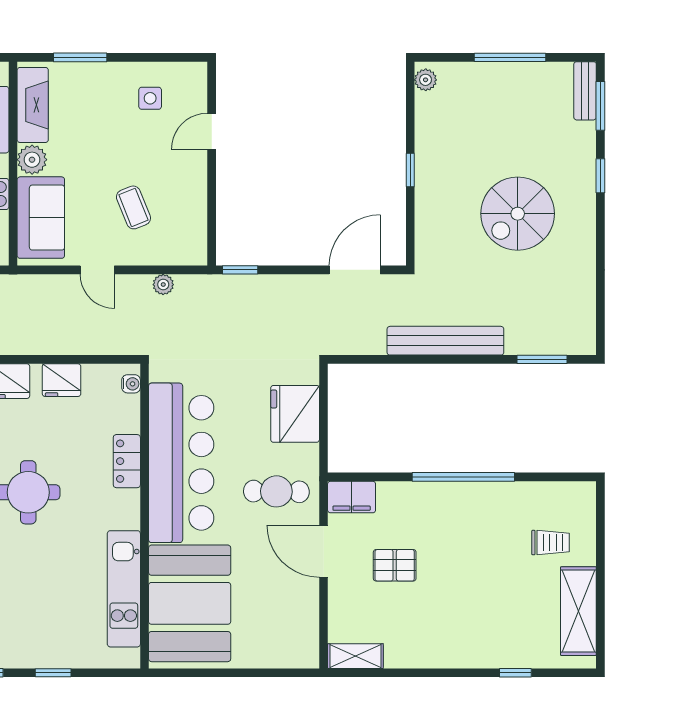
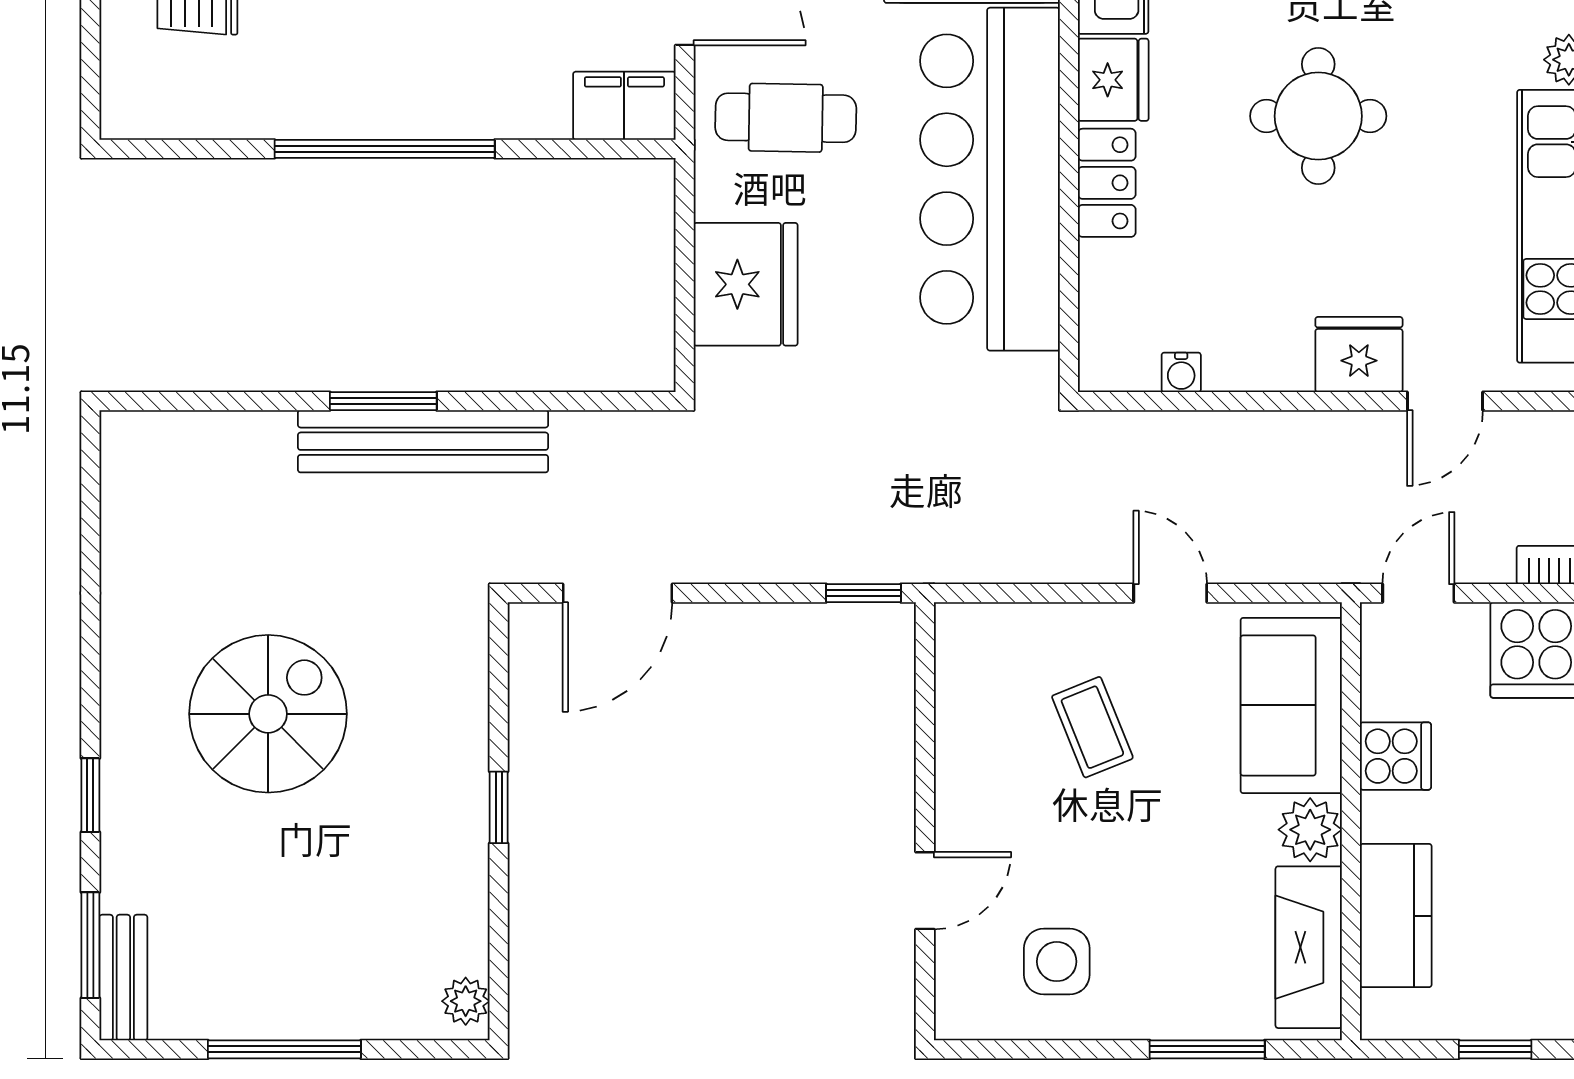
side table: (150, 98) -> (1057, 962), width x1.37, depth x1.37
plant: (163, 285) -> (1029, 562), removed
window: (542, 359) -> (383, 401), moved
fridge: (62, 380) -> (1113, 80), moved, turned 90
water cooler: (131, 384) -> (1181, 372), moved, turned -90

